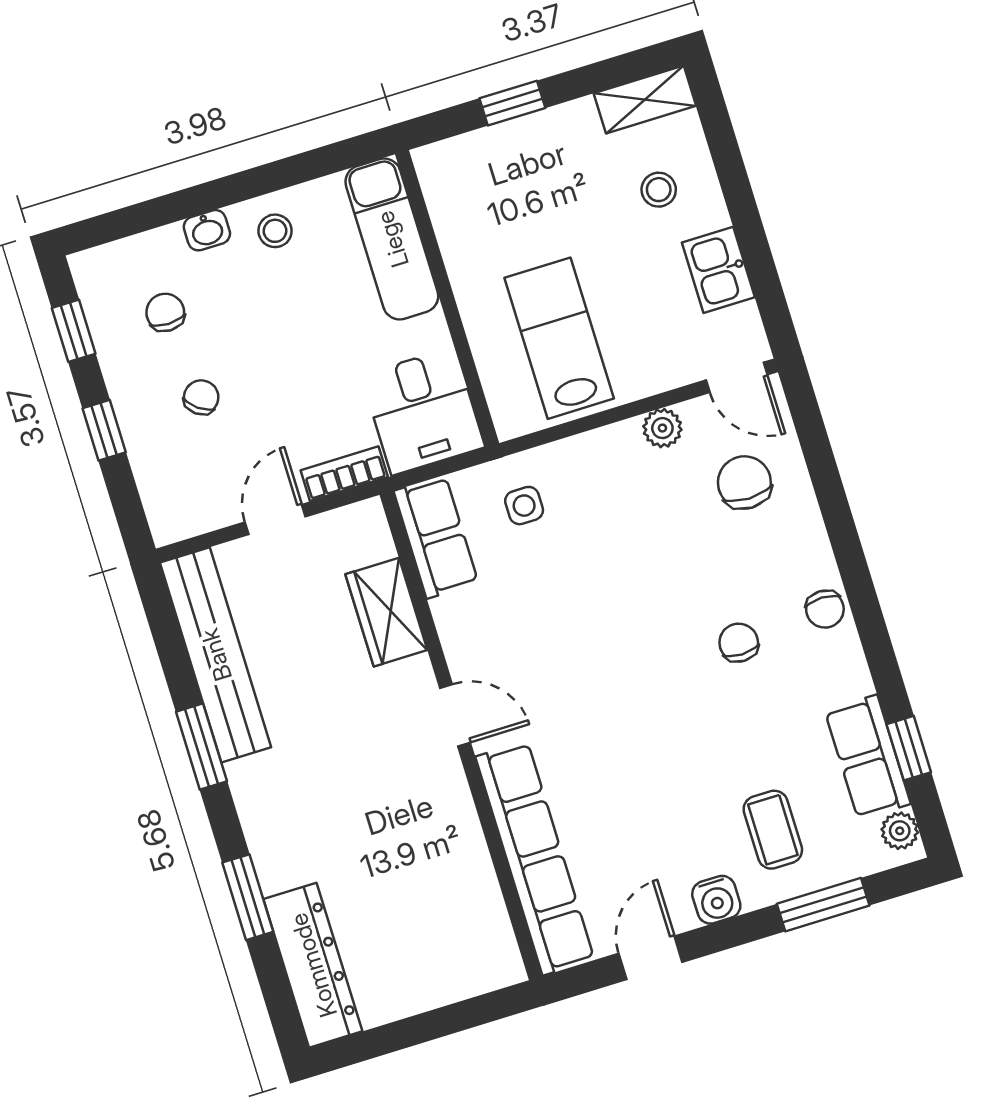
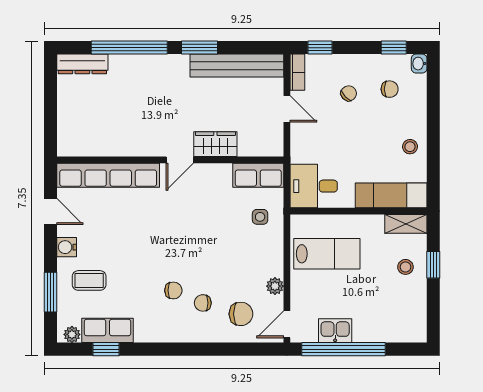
shelving: (645, 100) -> (406, 224), moved, turned 90
stool: (659, 190) -> (405, 267), moved
washbasin: (207, 230) -> (419, 64), moved
window: (752, 240) -> (344, 349), added
chair: (201, 397) -> (349, 93), turned -81
window: (104, 430) -> (320, 48), moved
bookcase: (344, 474) -> (297, 72), moved
chair: (825, 609) -> (203, 303), moved
wardrobe: (386, 612) -> (215, 144), moved
window: (248, 897) -> (129, 48), width x2.11
dresser: (313, 965) -> (82, 64), width x0.73, depth x0.80

